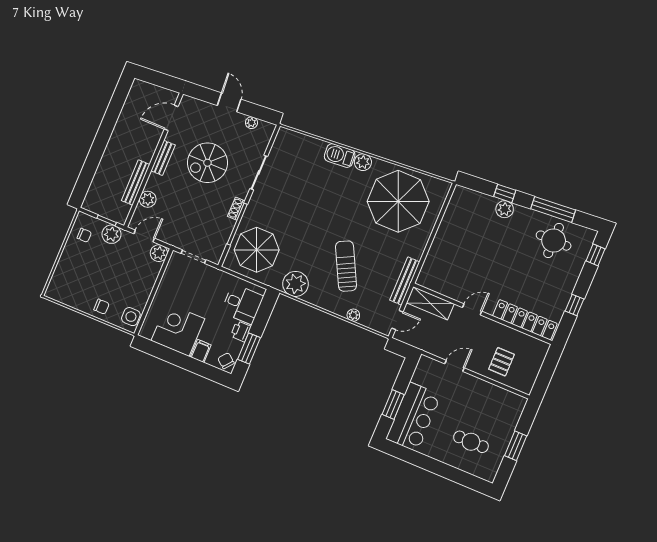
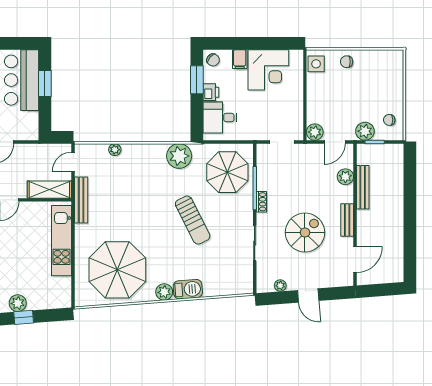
kitchen unit: (439, 251) -> (62, 241), added
sun lounger: (346, 266) -> (193, 220), moved

